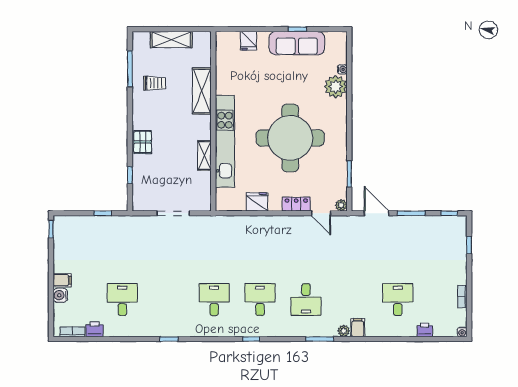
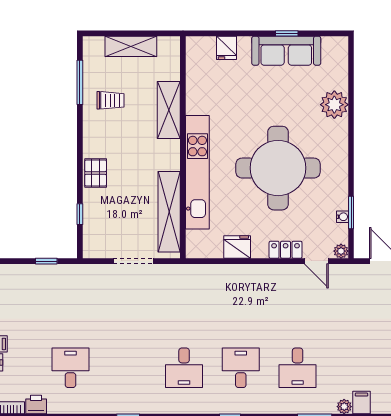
water cooler: (342, 69) -> (342, 217), moved
shelving: (204, 155) -> (169, 212), width x2.20, depth x1.33
desk: (214, 300) -> (184, 368), turned 180

